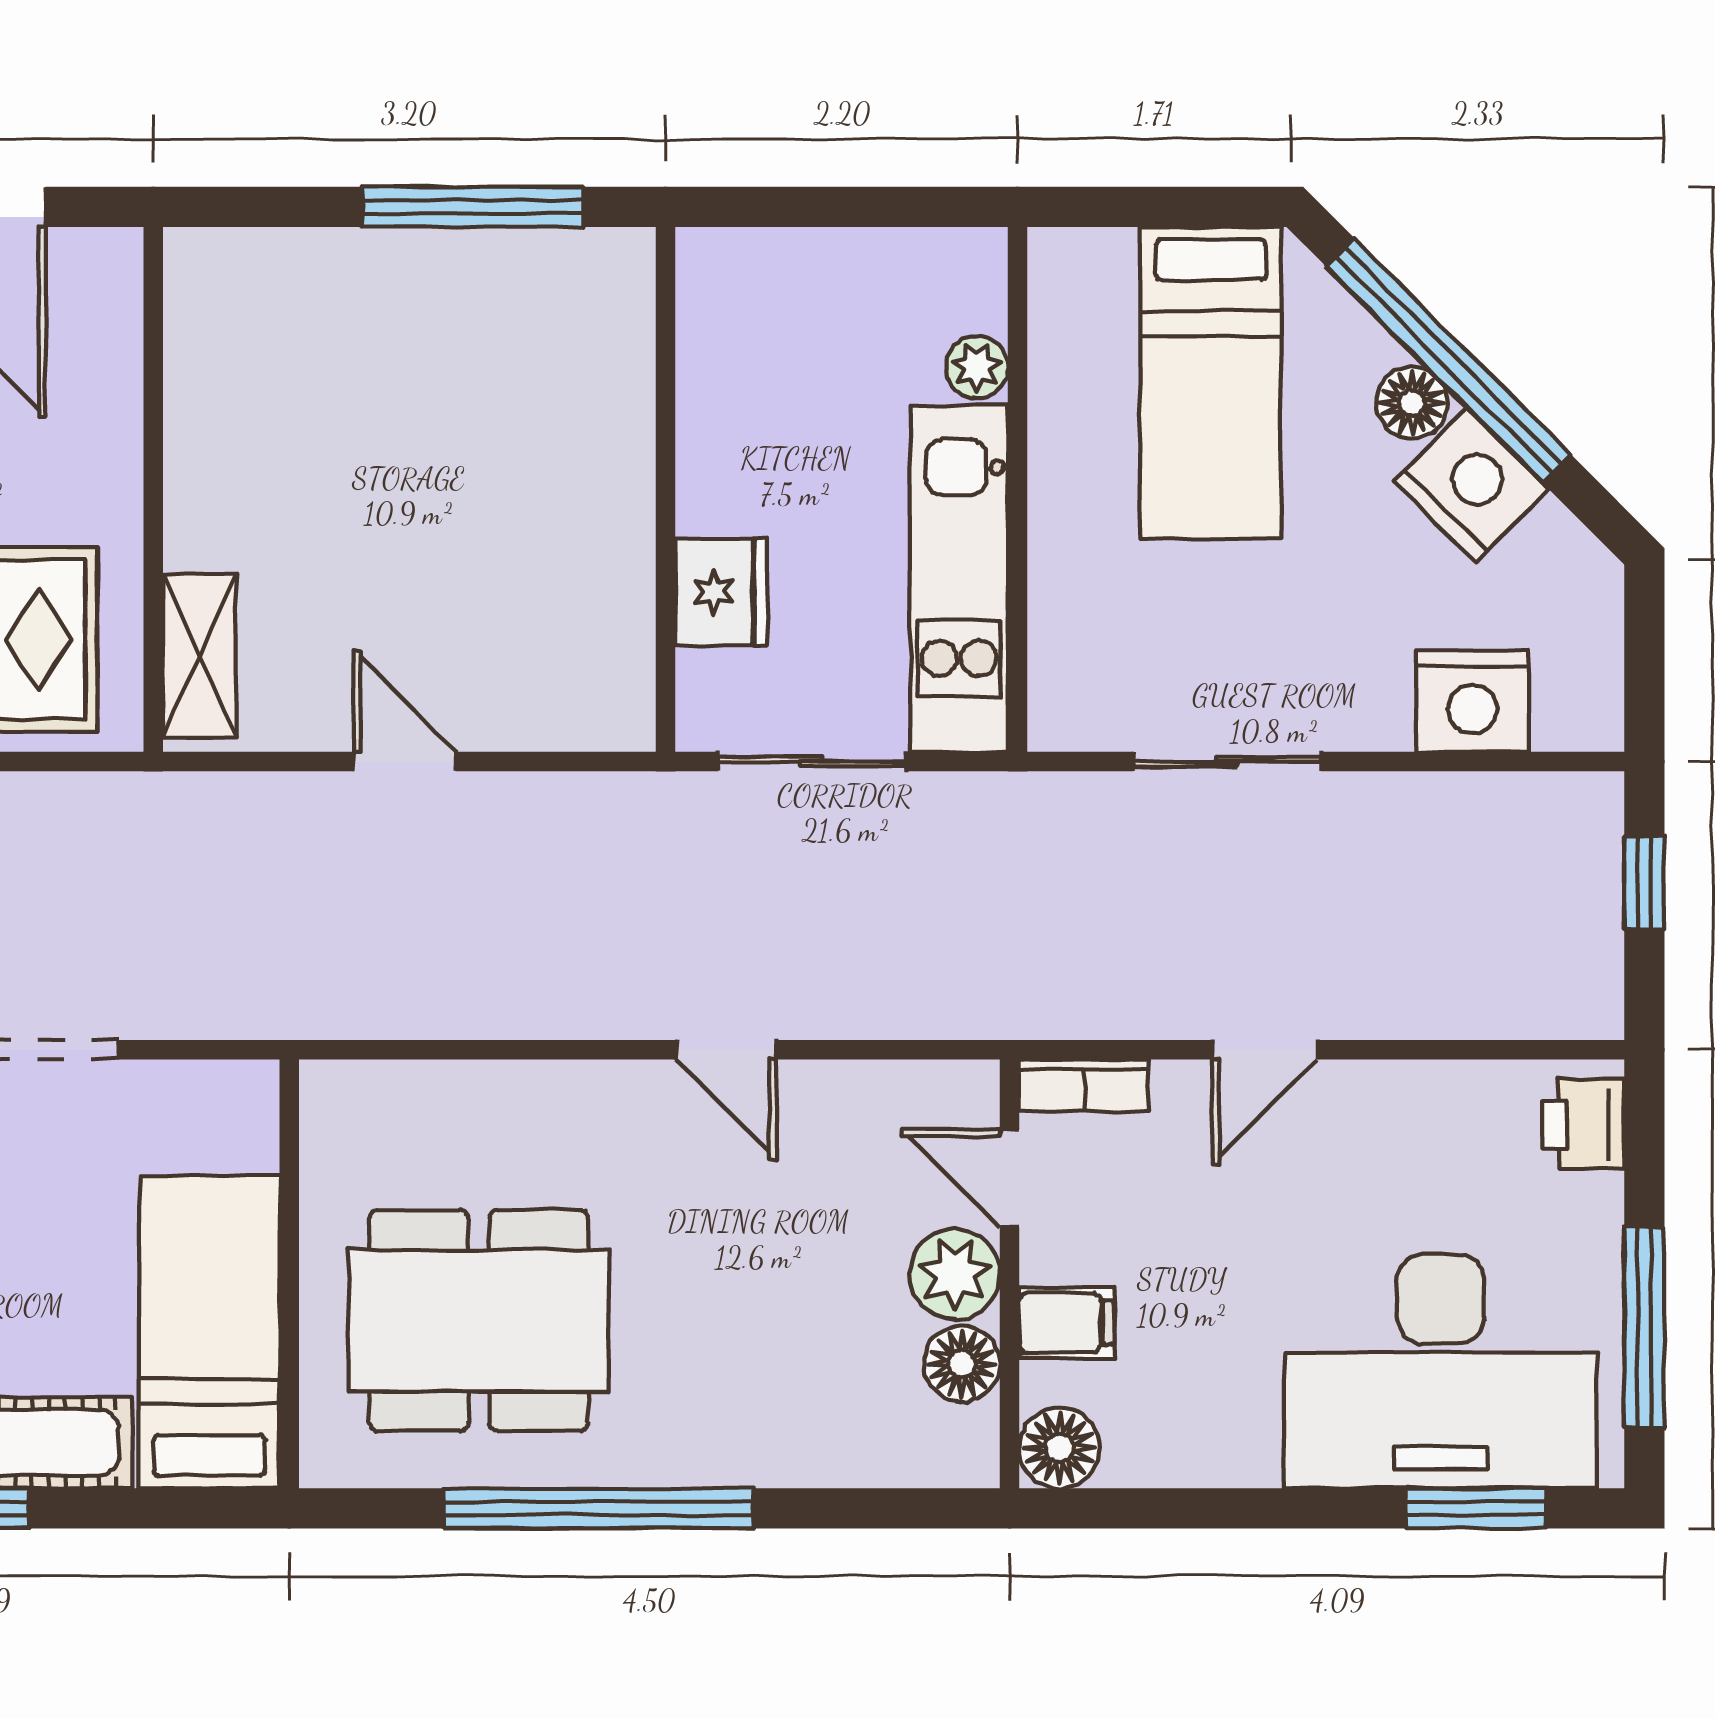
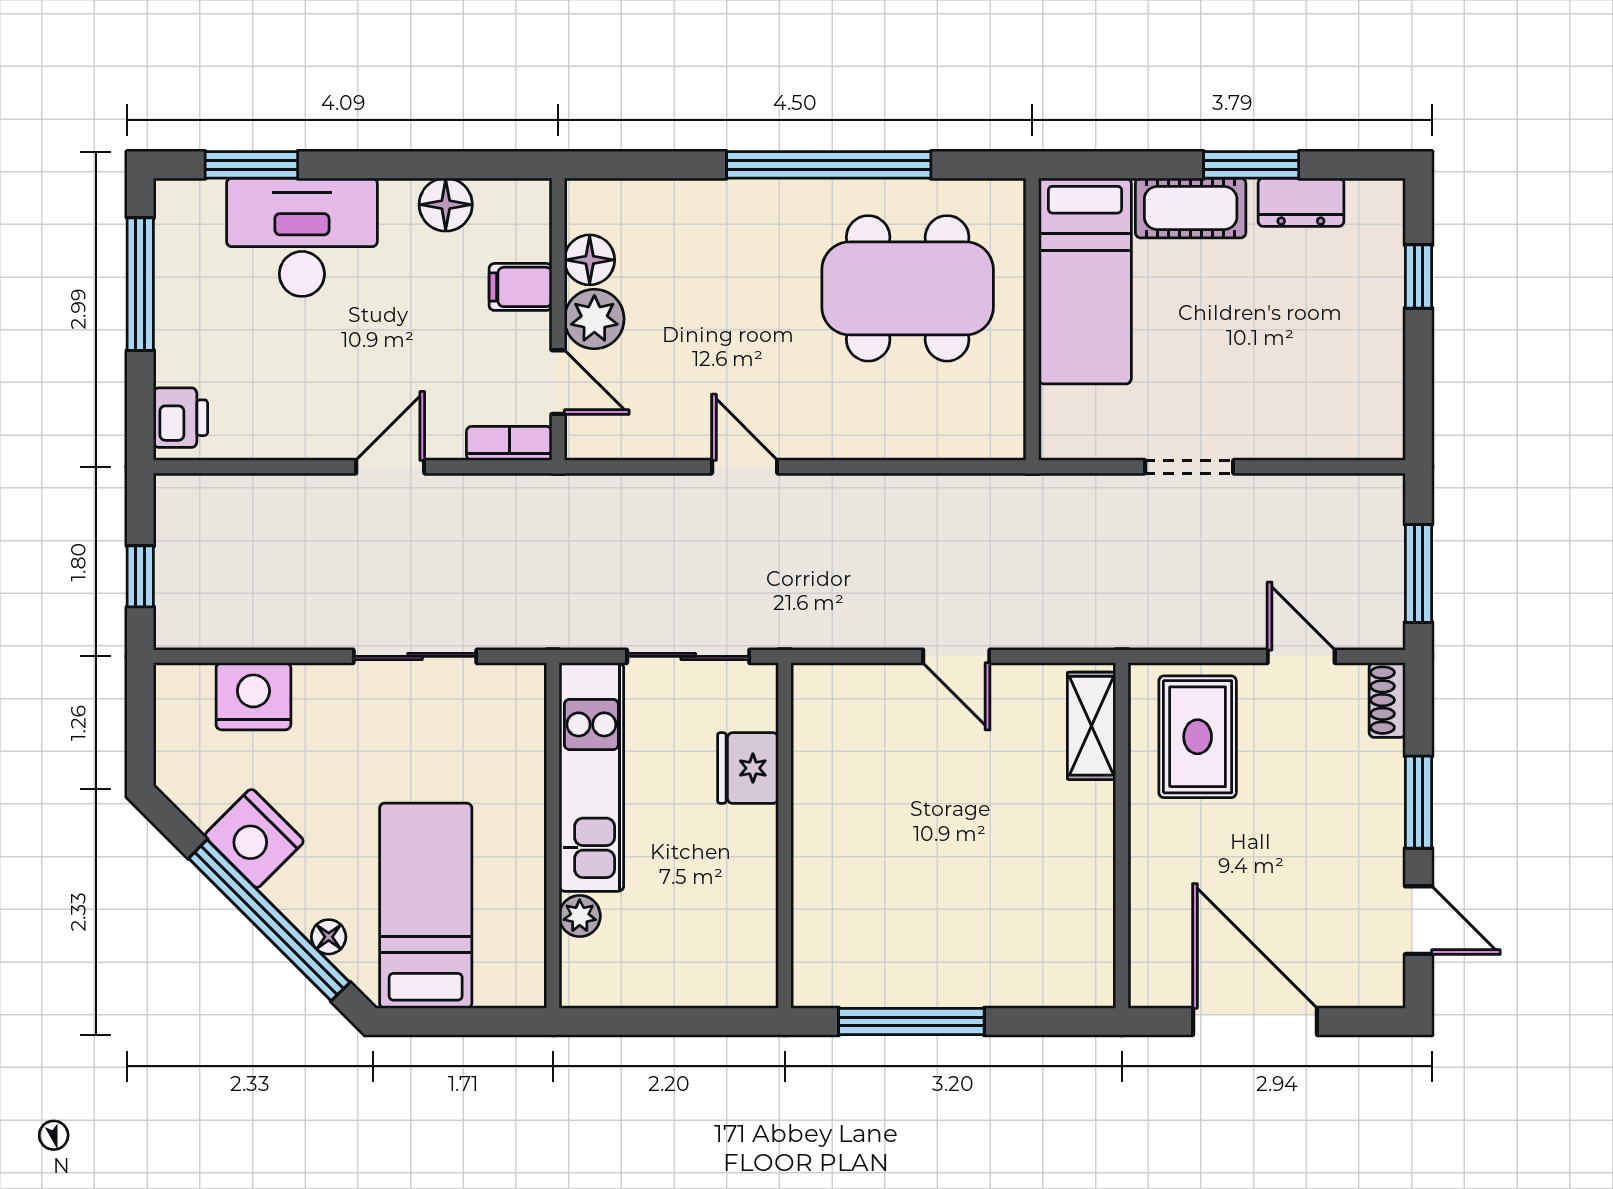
floor lamp: (1412, 403) -> (329, 937), moved, width x0.73, depth x0.73
desk: (1441, 1371) -> (302, 237), width x0.73, depth x0.77
floor lamp: (1060, 1448) -> (446, 205), moved

